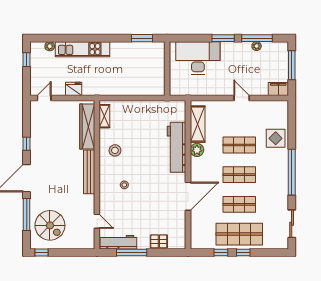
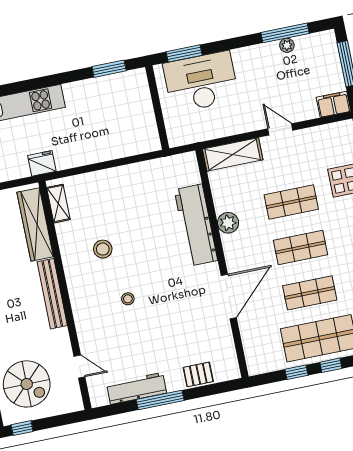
window: (223, 38) -> (184, 53), moved
fridge: (74, 89) -> (42, 163), moved
shelving: (104, 116) -> (58, 204), moved
shelving: (198, 124) -> (233, 154), moved, turned 90
wardrobe: (87, 126) -> (35, 225), moved
bench: (89, 172) -> (52, 294), moved
wall: (97, 175) -> (65, 295), moved
door: (97, 221) -> (79, 367), moved

